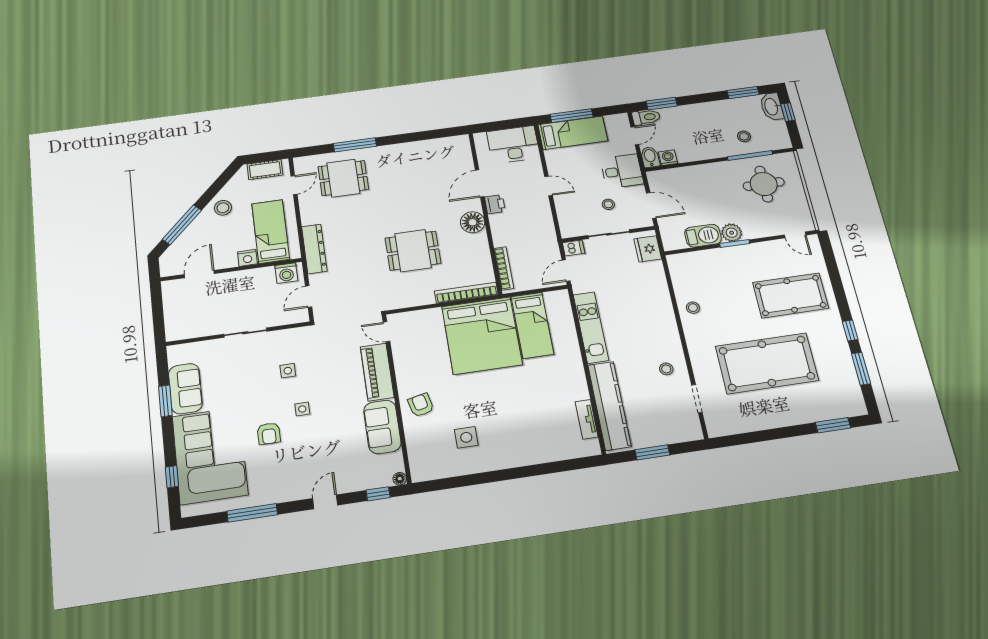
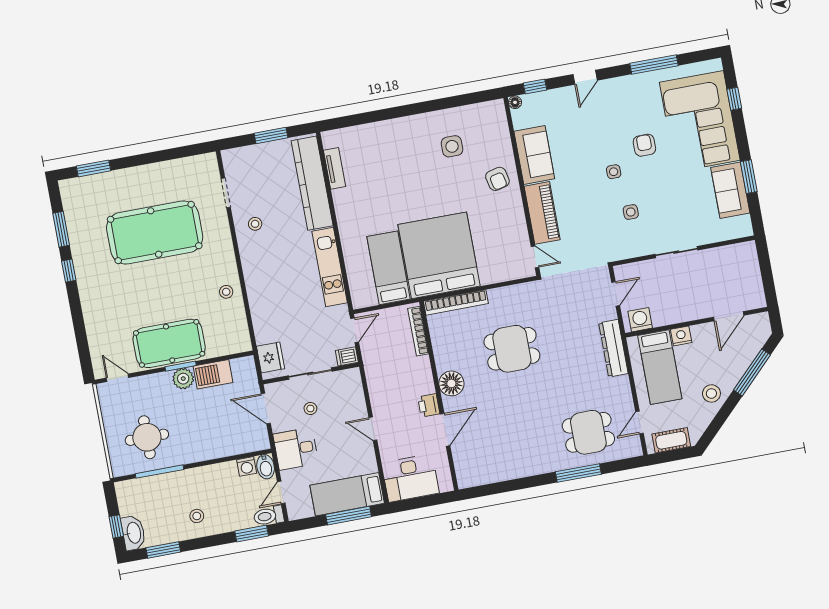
stool: (744, 136) -> (197, 516), moved
pool table: (791, 295) -> (169, 343), moved

